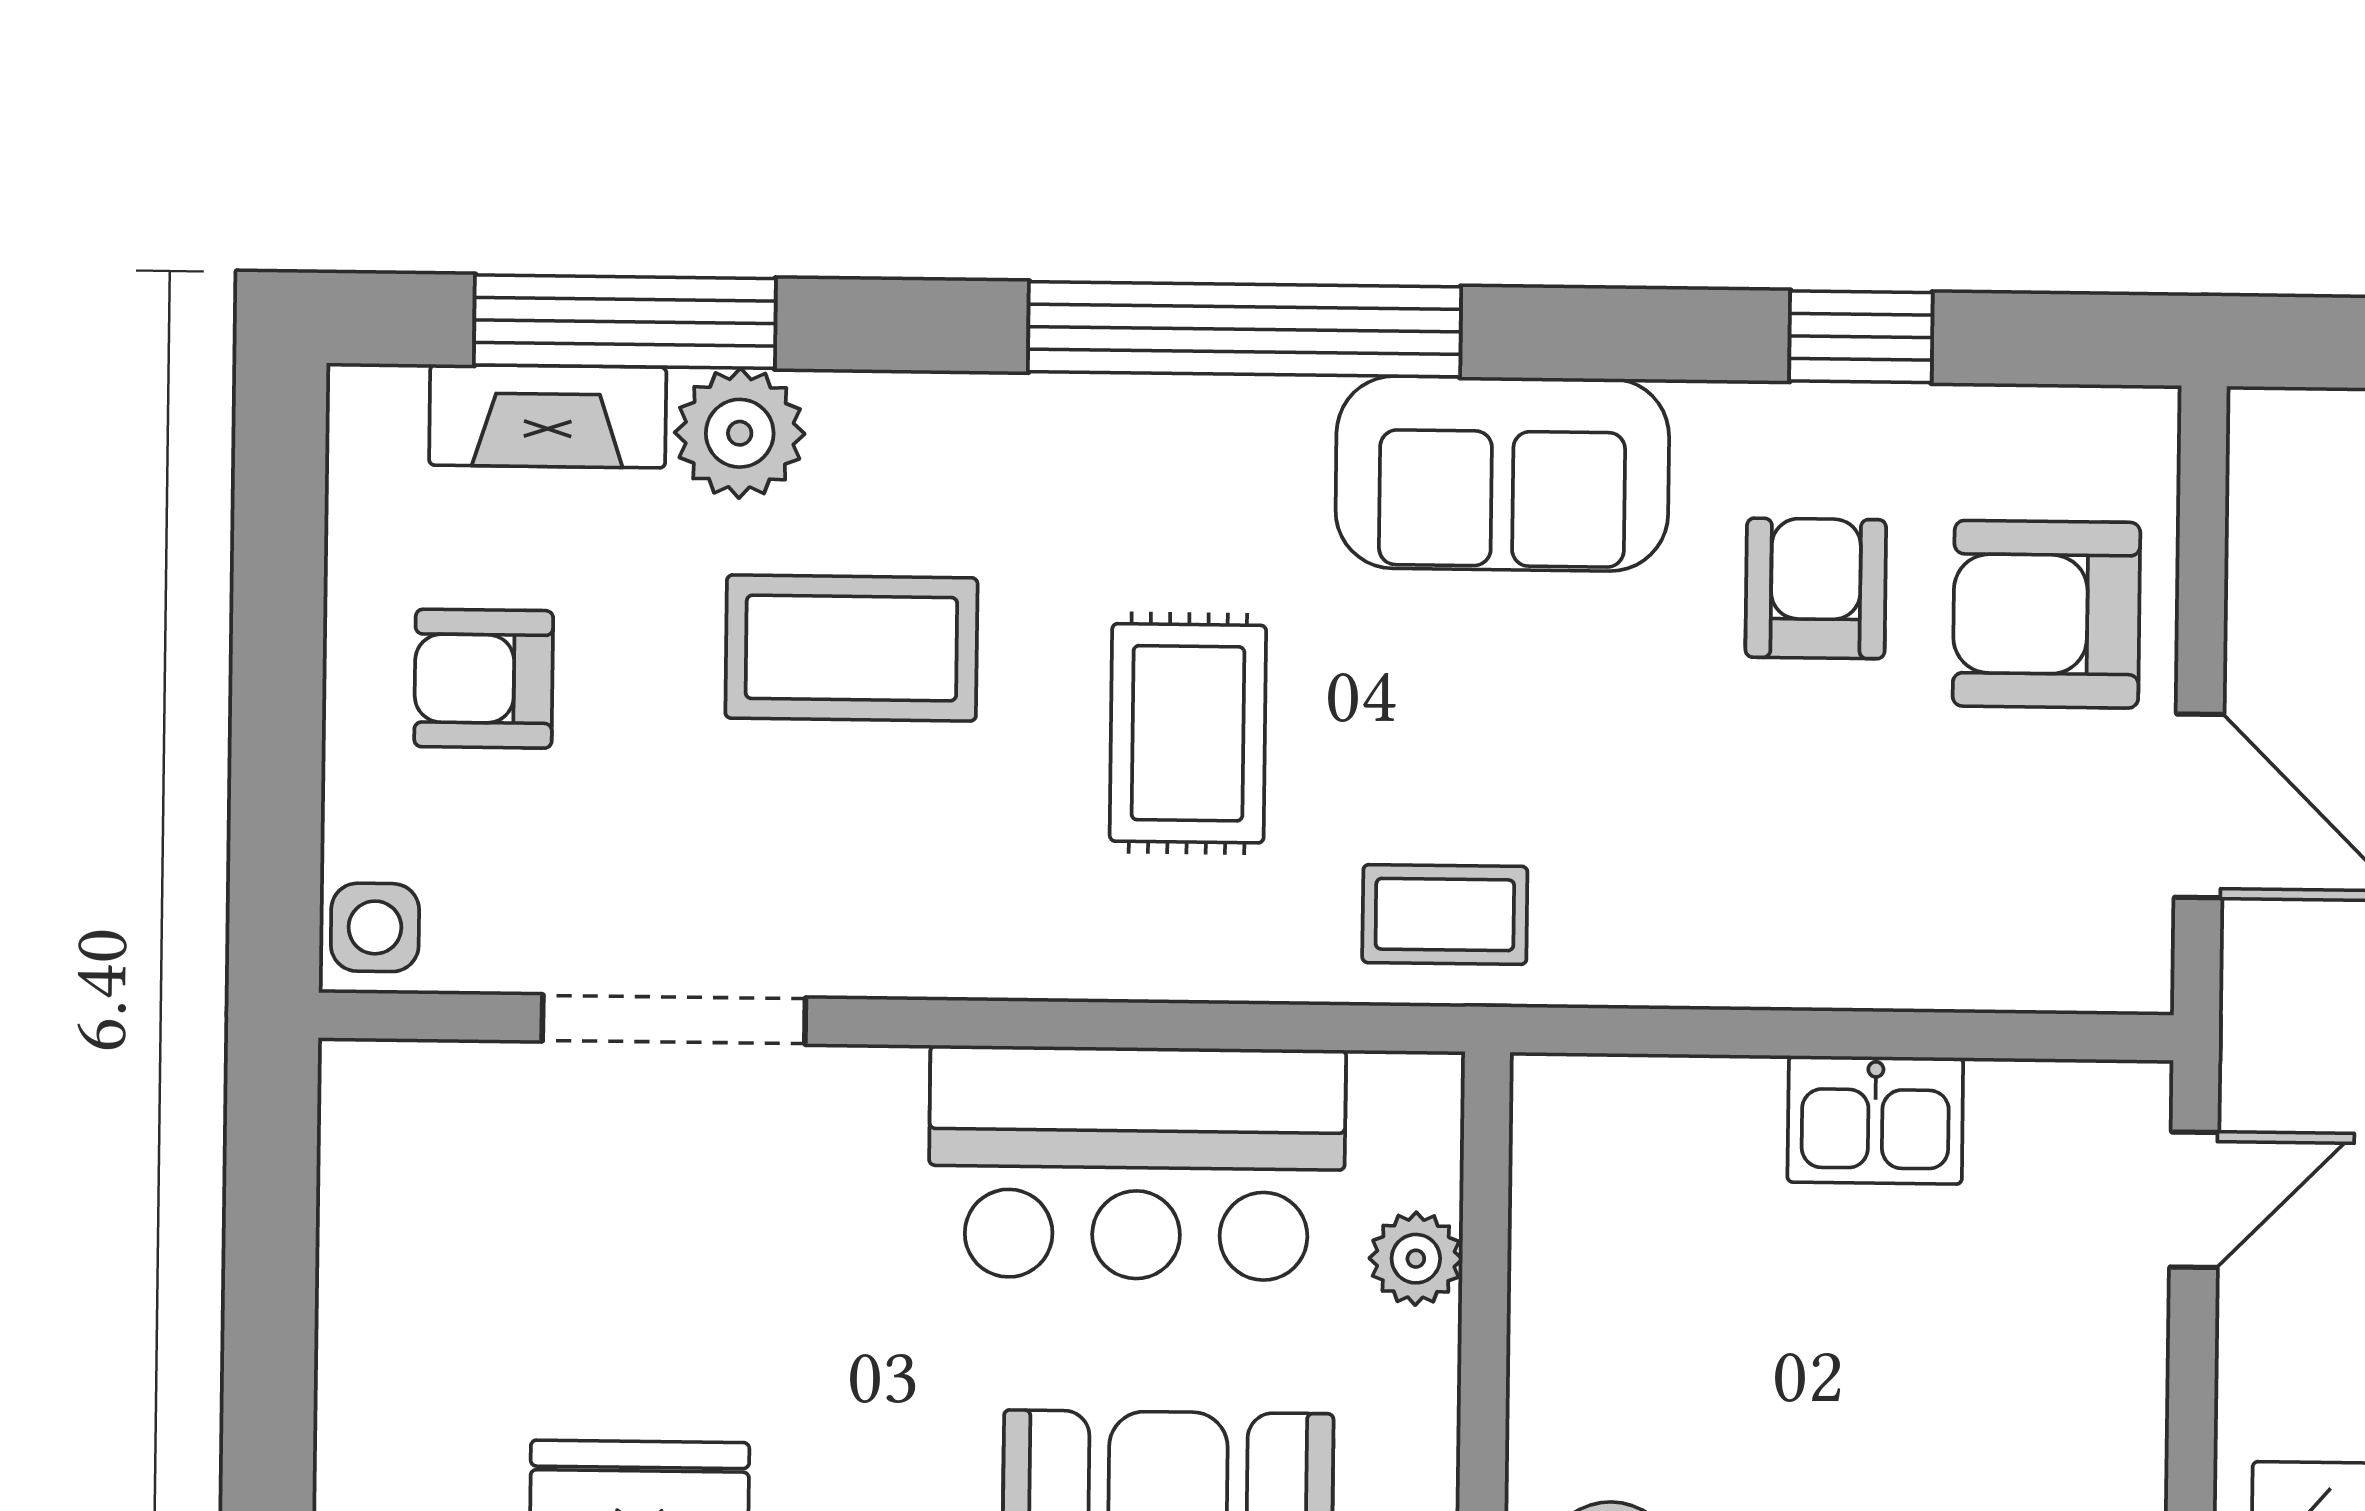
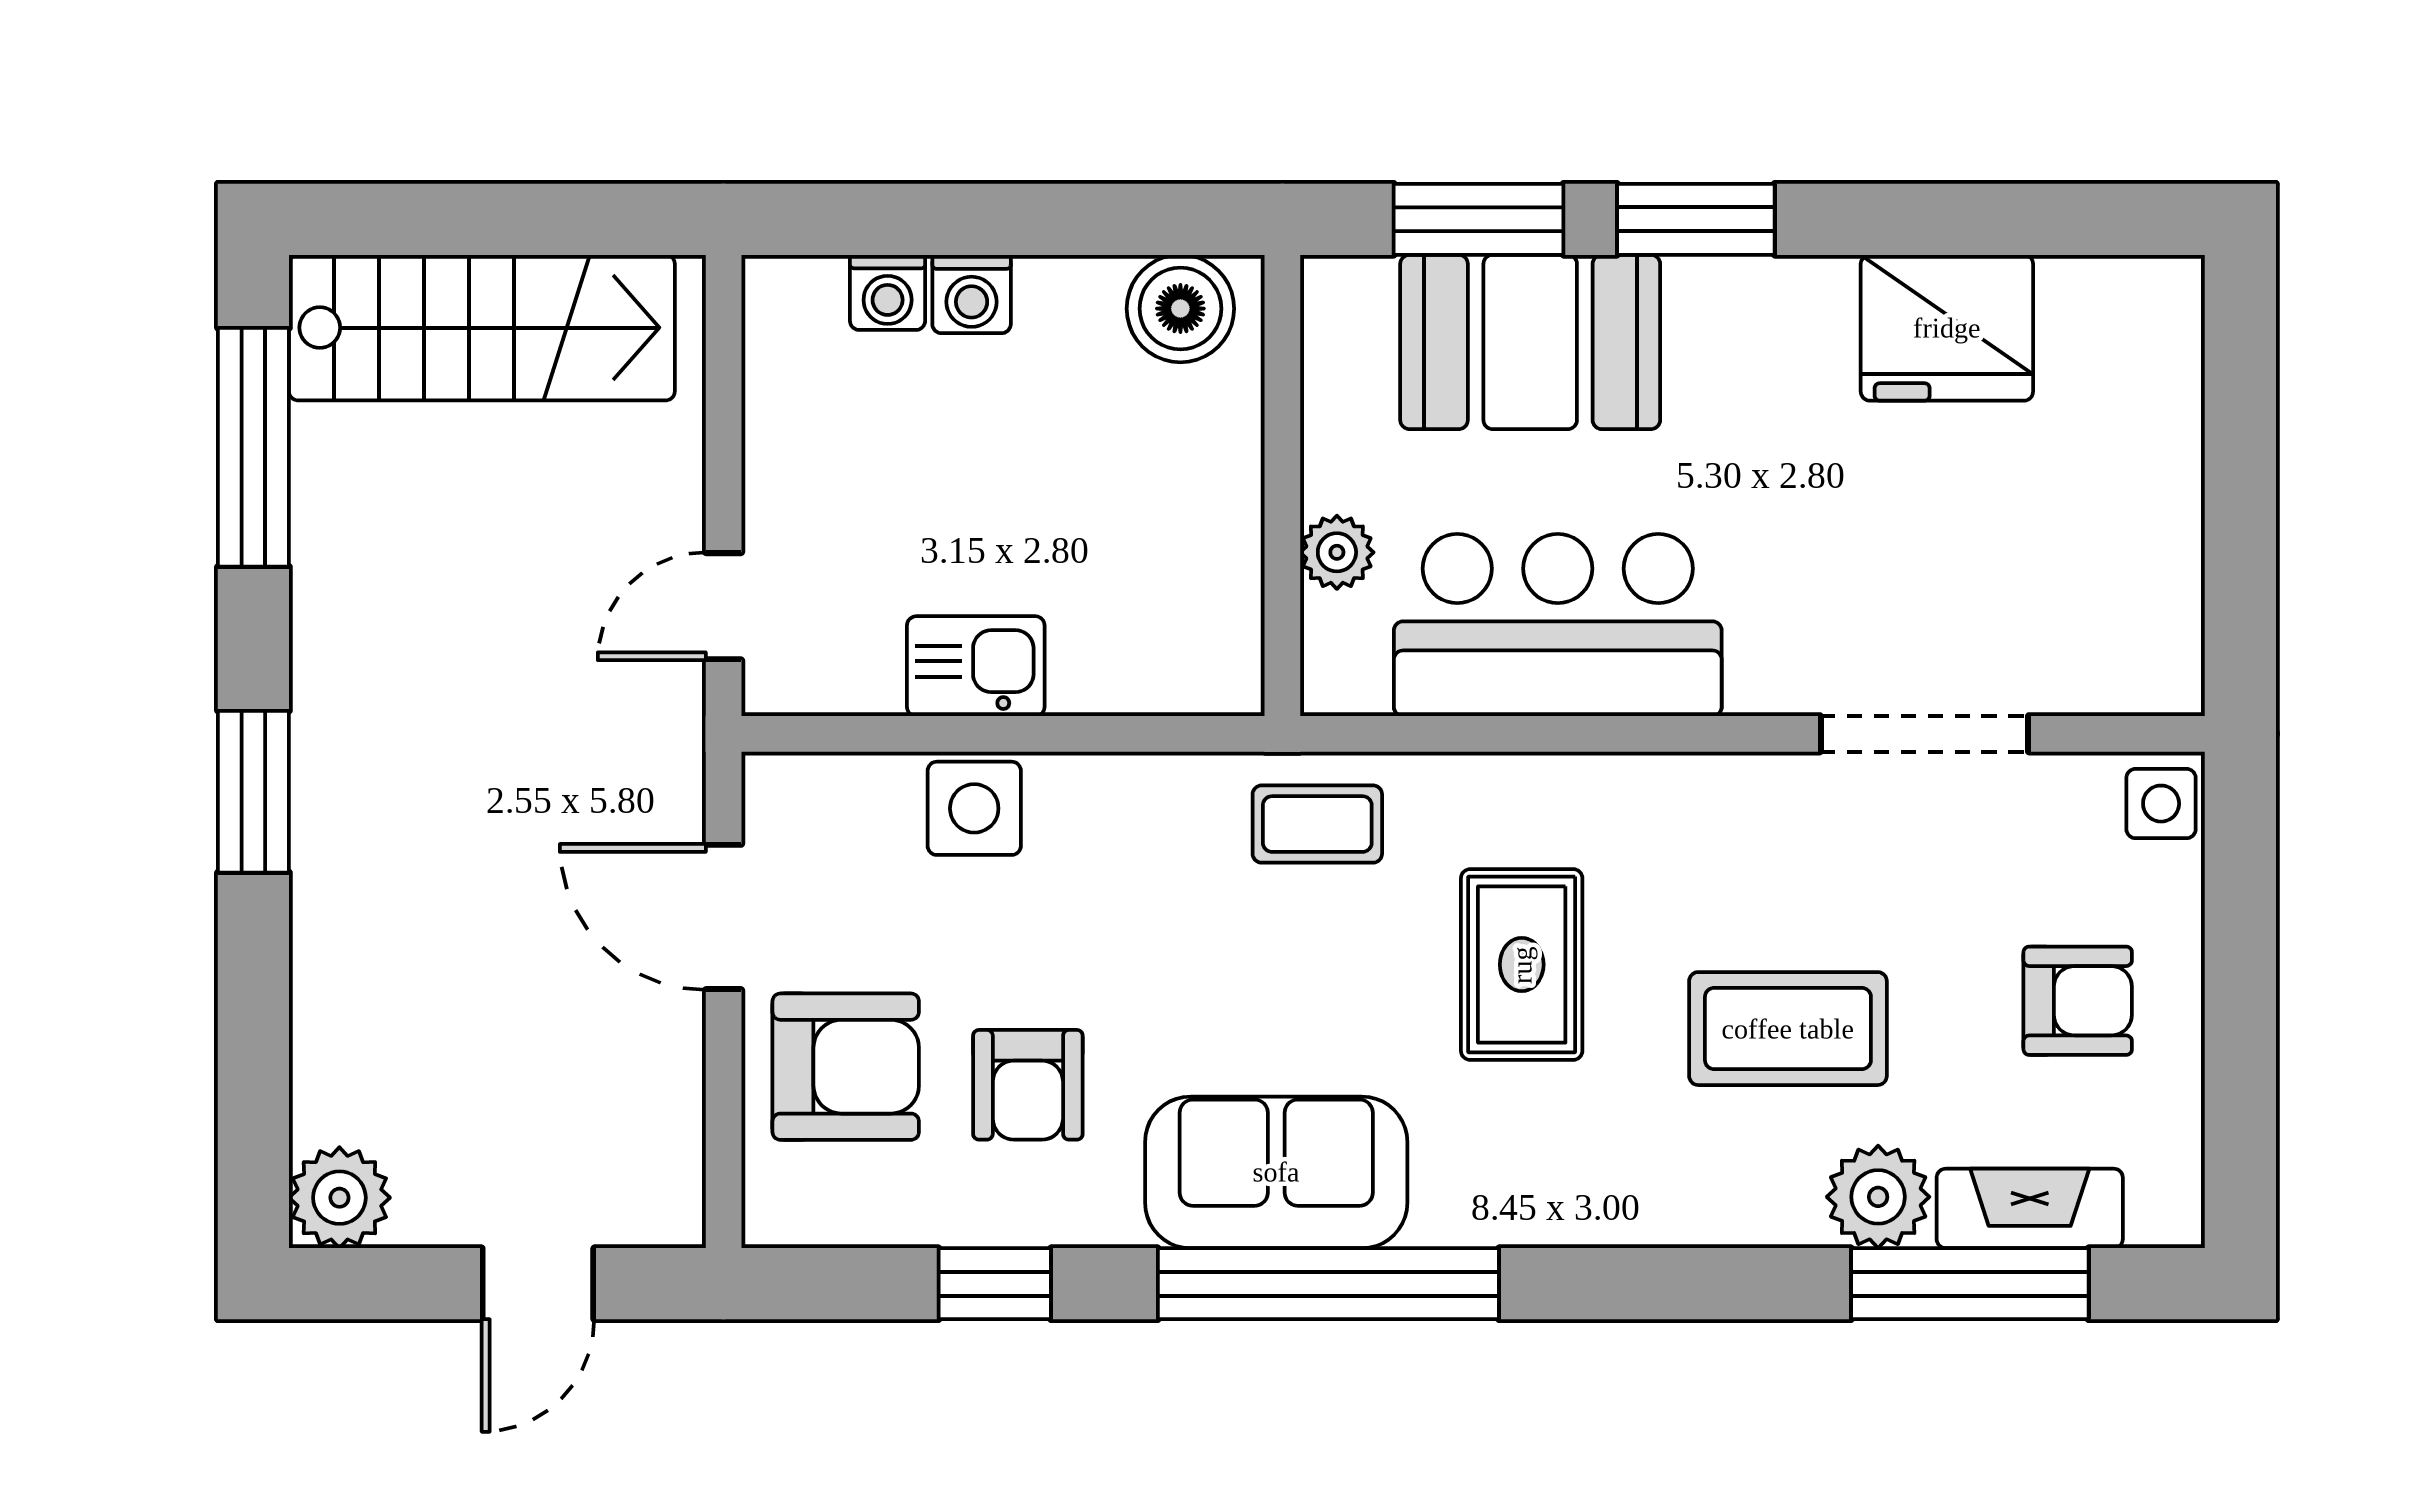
window: (1245, 329) -> (1328, 1284), moved
side table: (1879, 940) -> (974, 808), added

